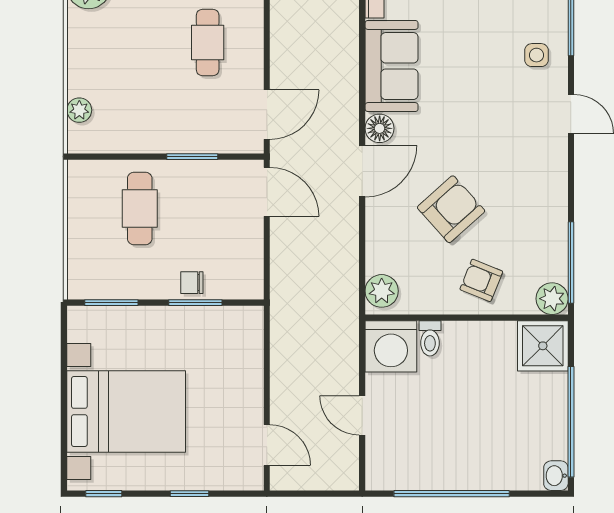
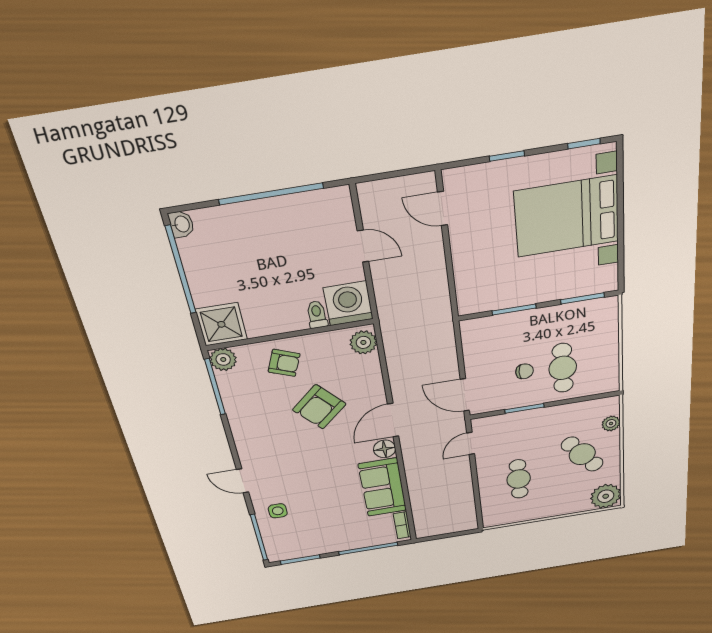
cafe table: (119, 67) -> (582, 454), added
door: (267, 115) -> (471, 443), width x0.73
chair: (192, 283) -> (524, 371), moved

